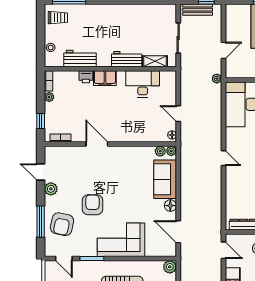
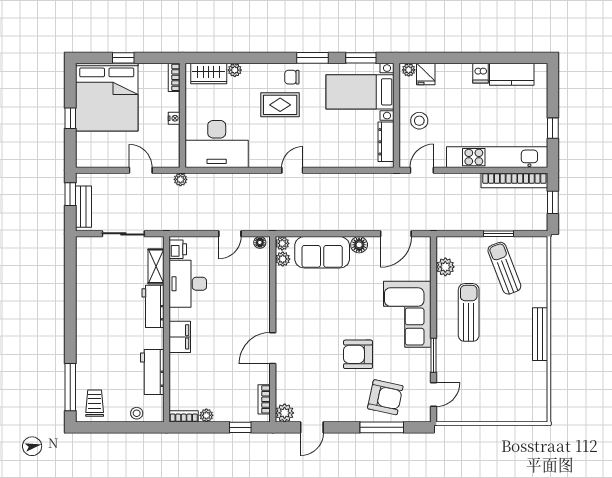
printer: (86, 77) -> (178, 249), moved
plant: (51, 189) -> (285, 413), moved
plant: (170, 267) -> (445, 267), moved

